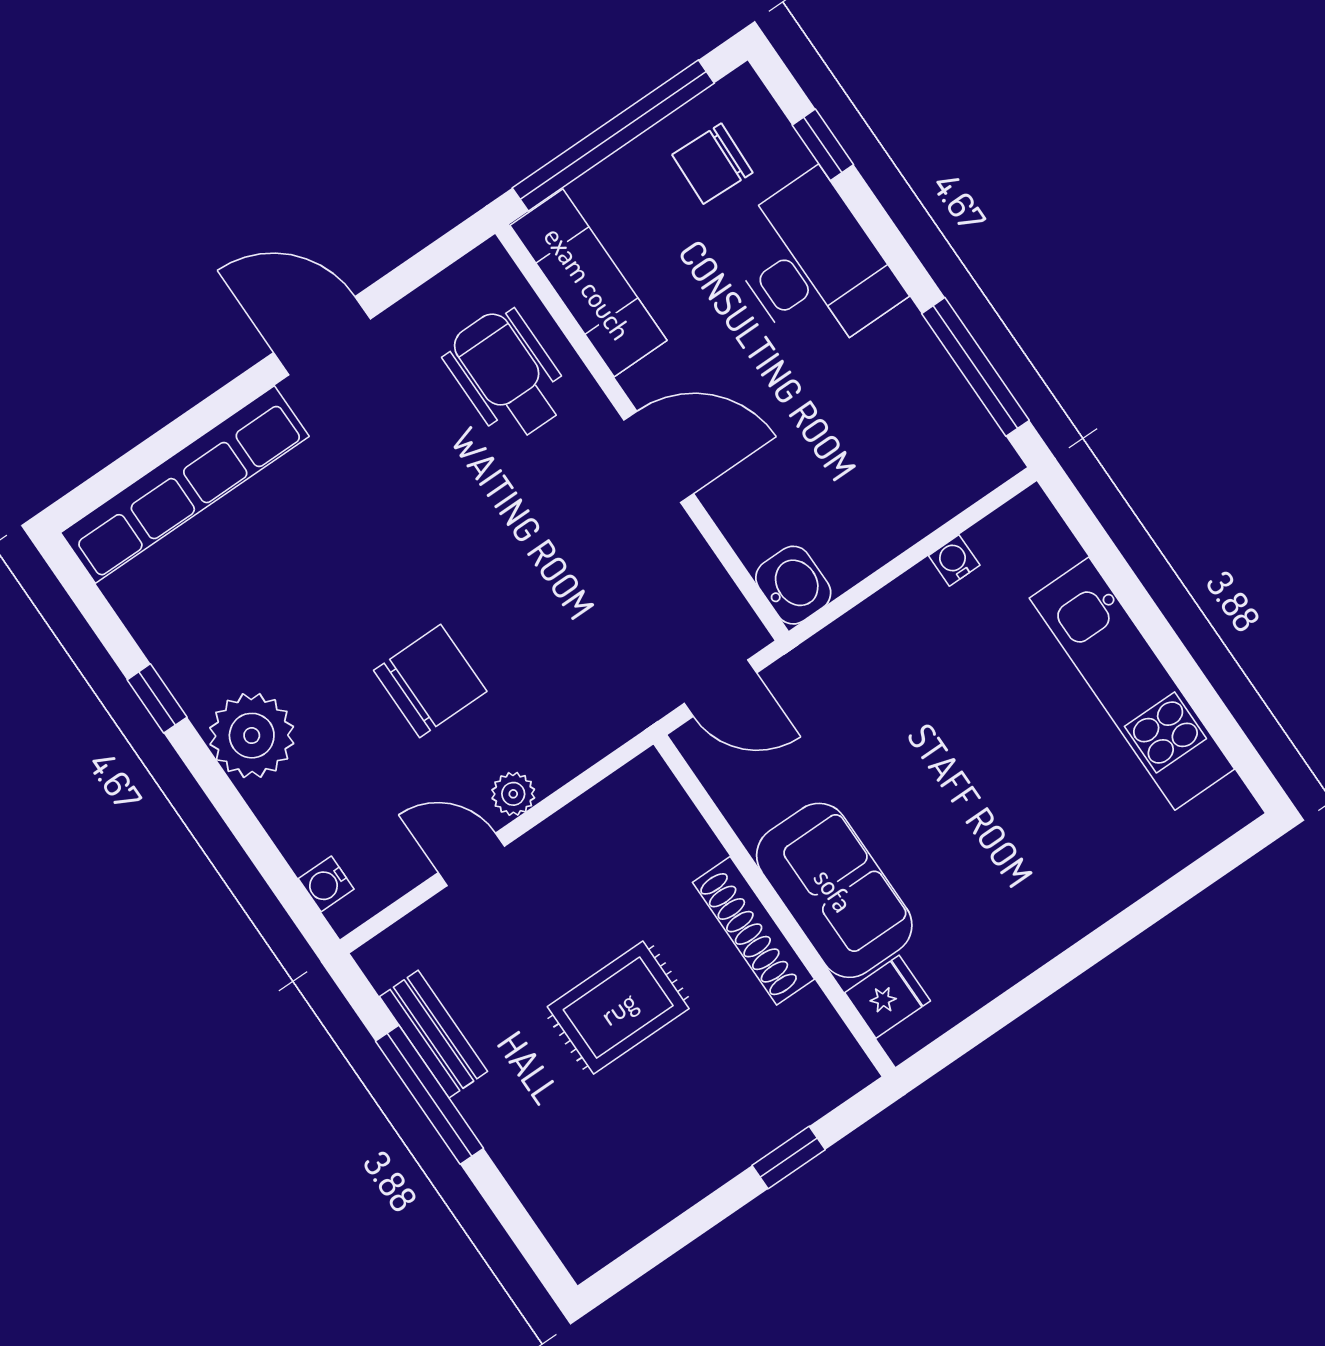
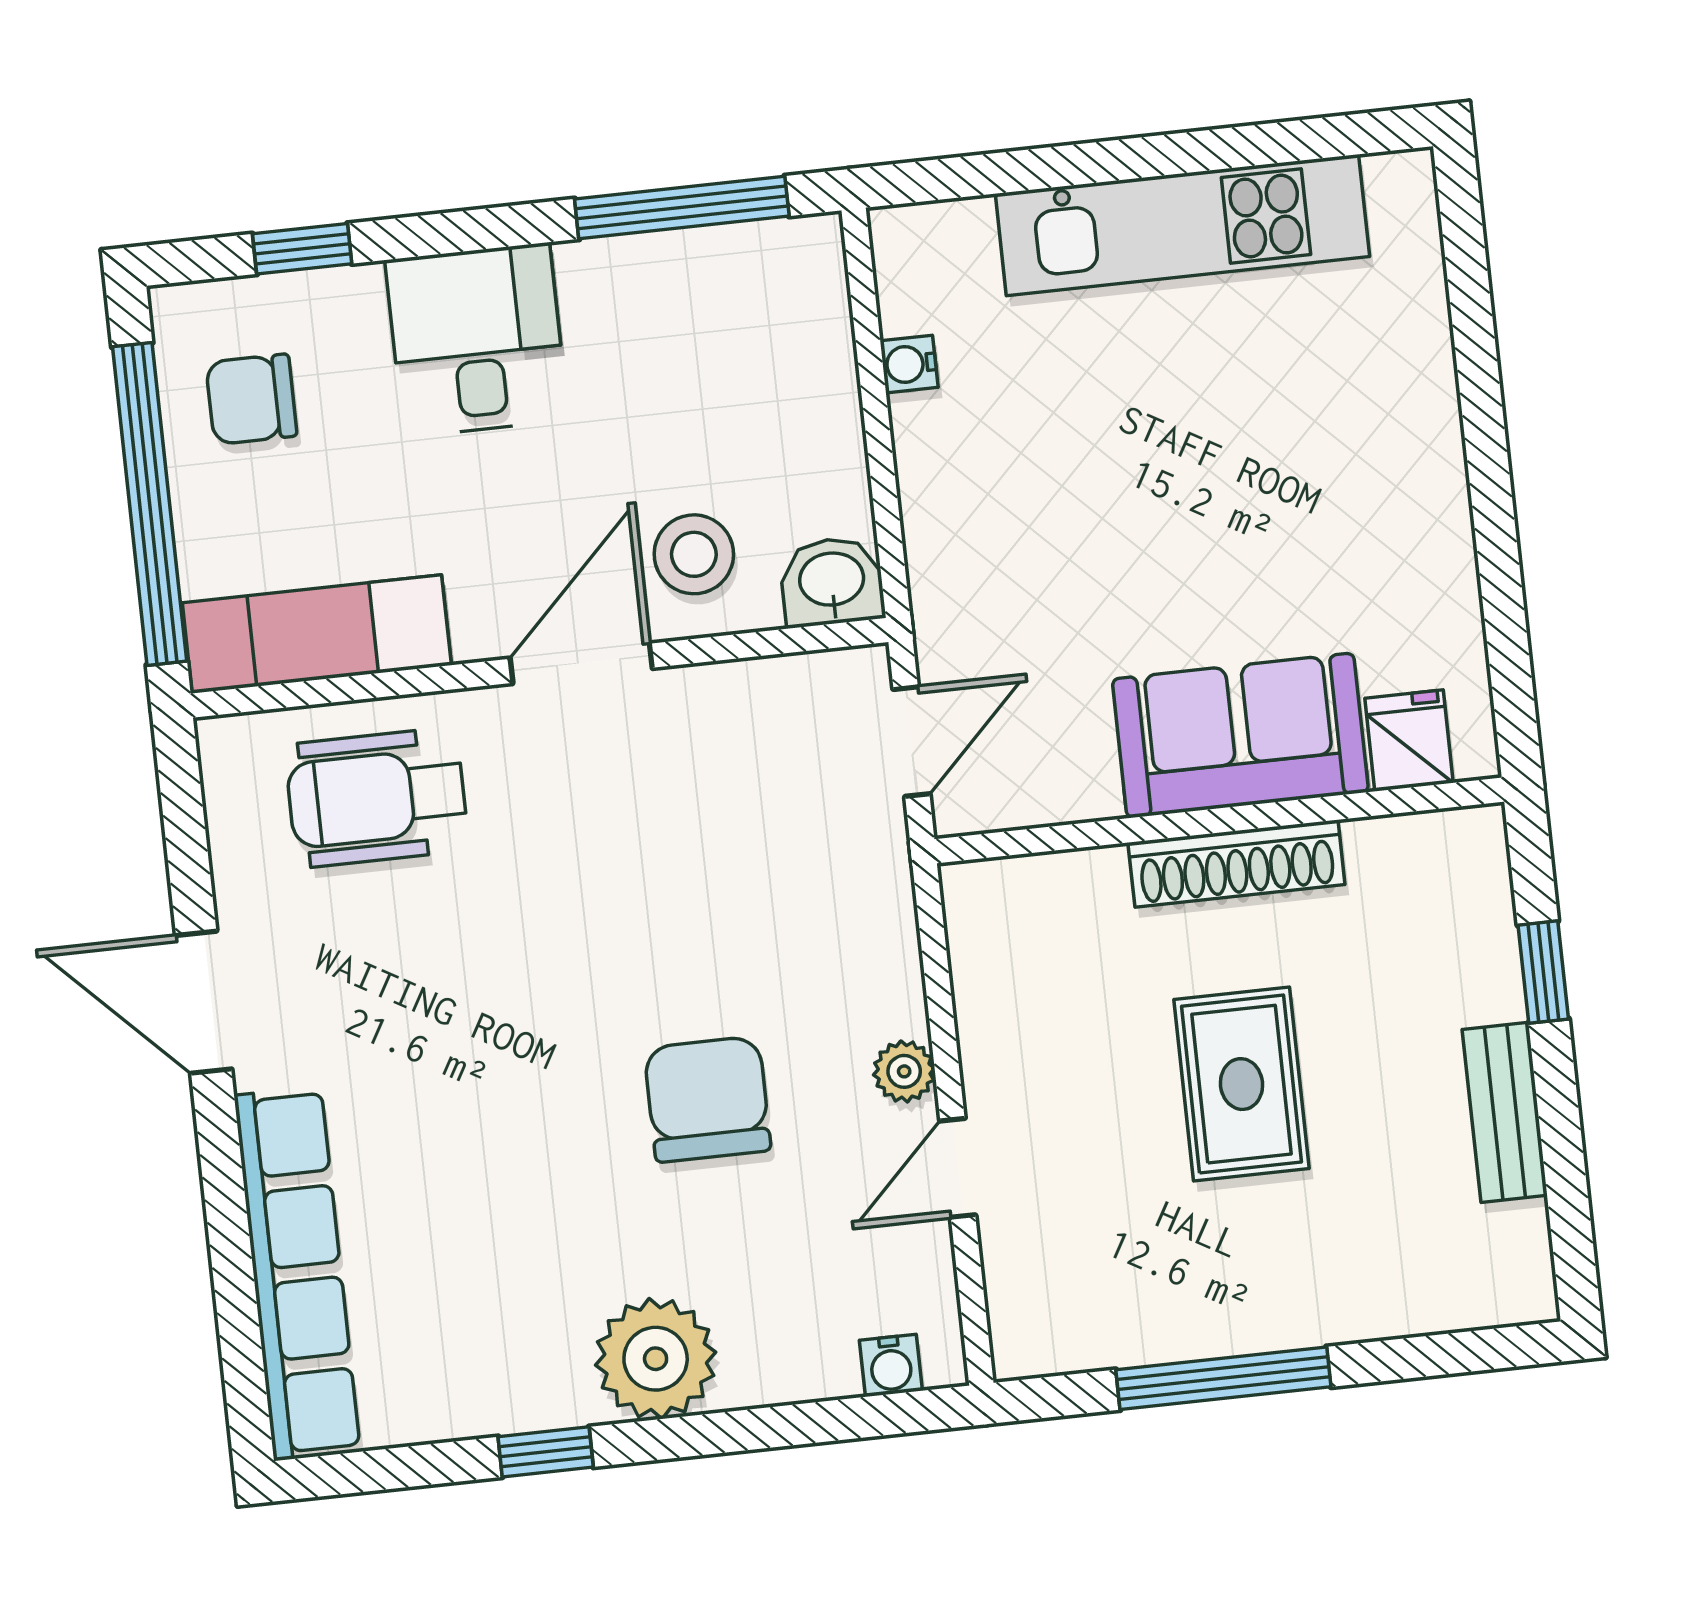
chair: (712, 164) -> (251, 399), turned 88
desk: (812, 266) -> (477, 340), width x0.73
door: (322, 336) -> (204, 1002), hinge flipped
stool: (764, 490) -> (694, 554), added
bench: (434, 1034) -> (1505, 1112), moved, turned 90

